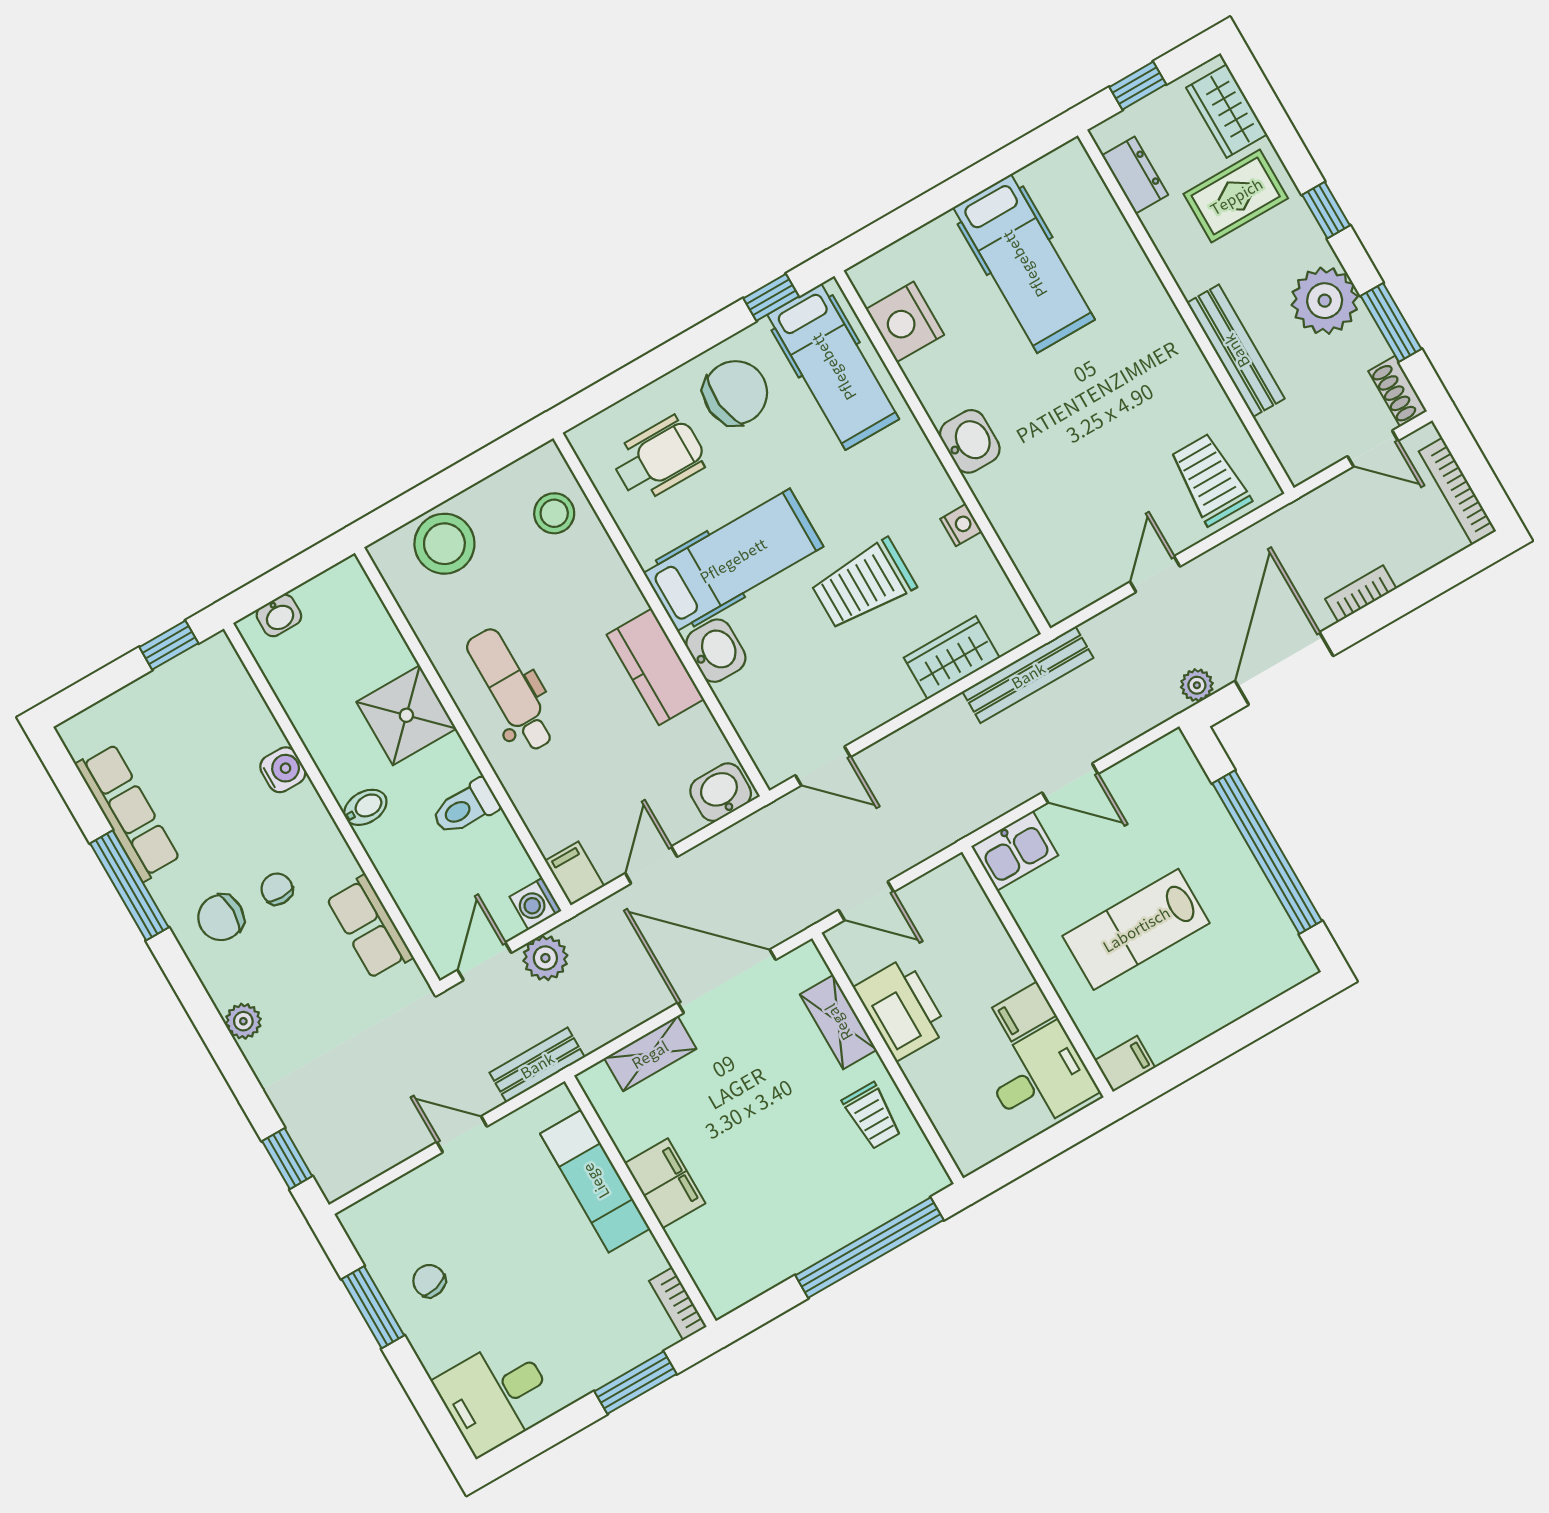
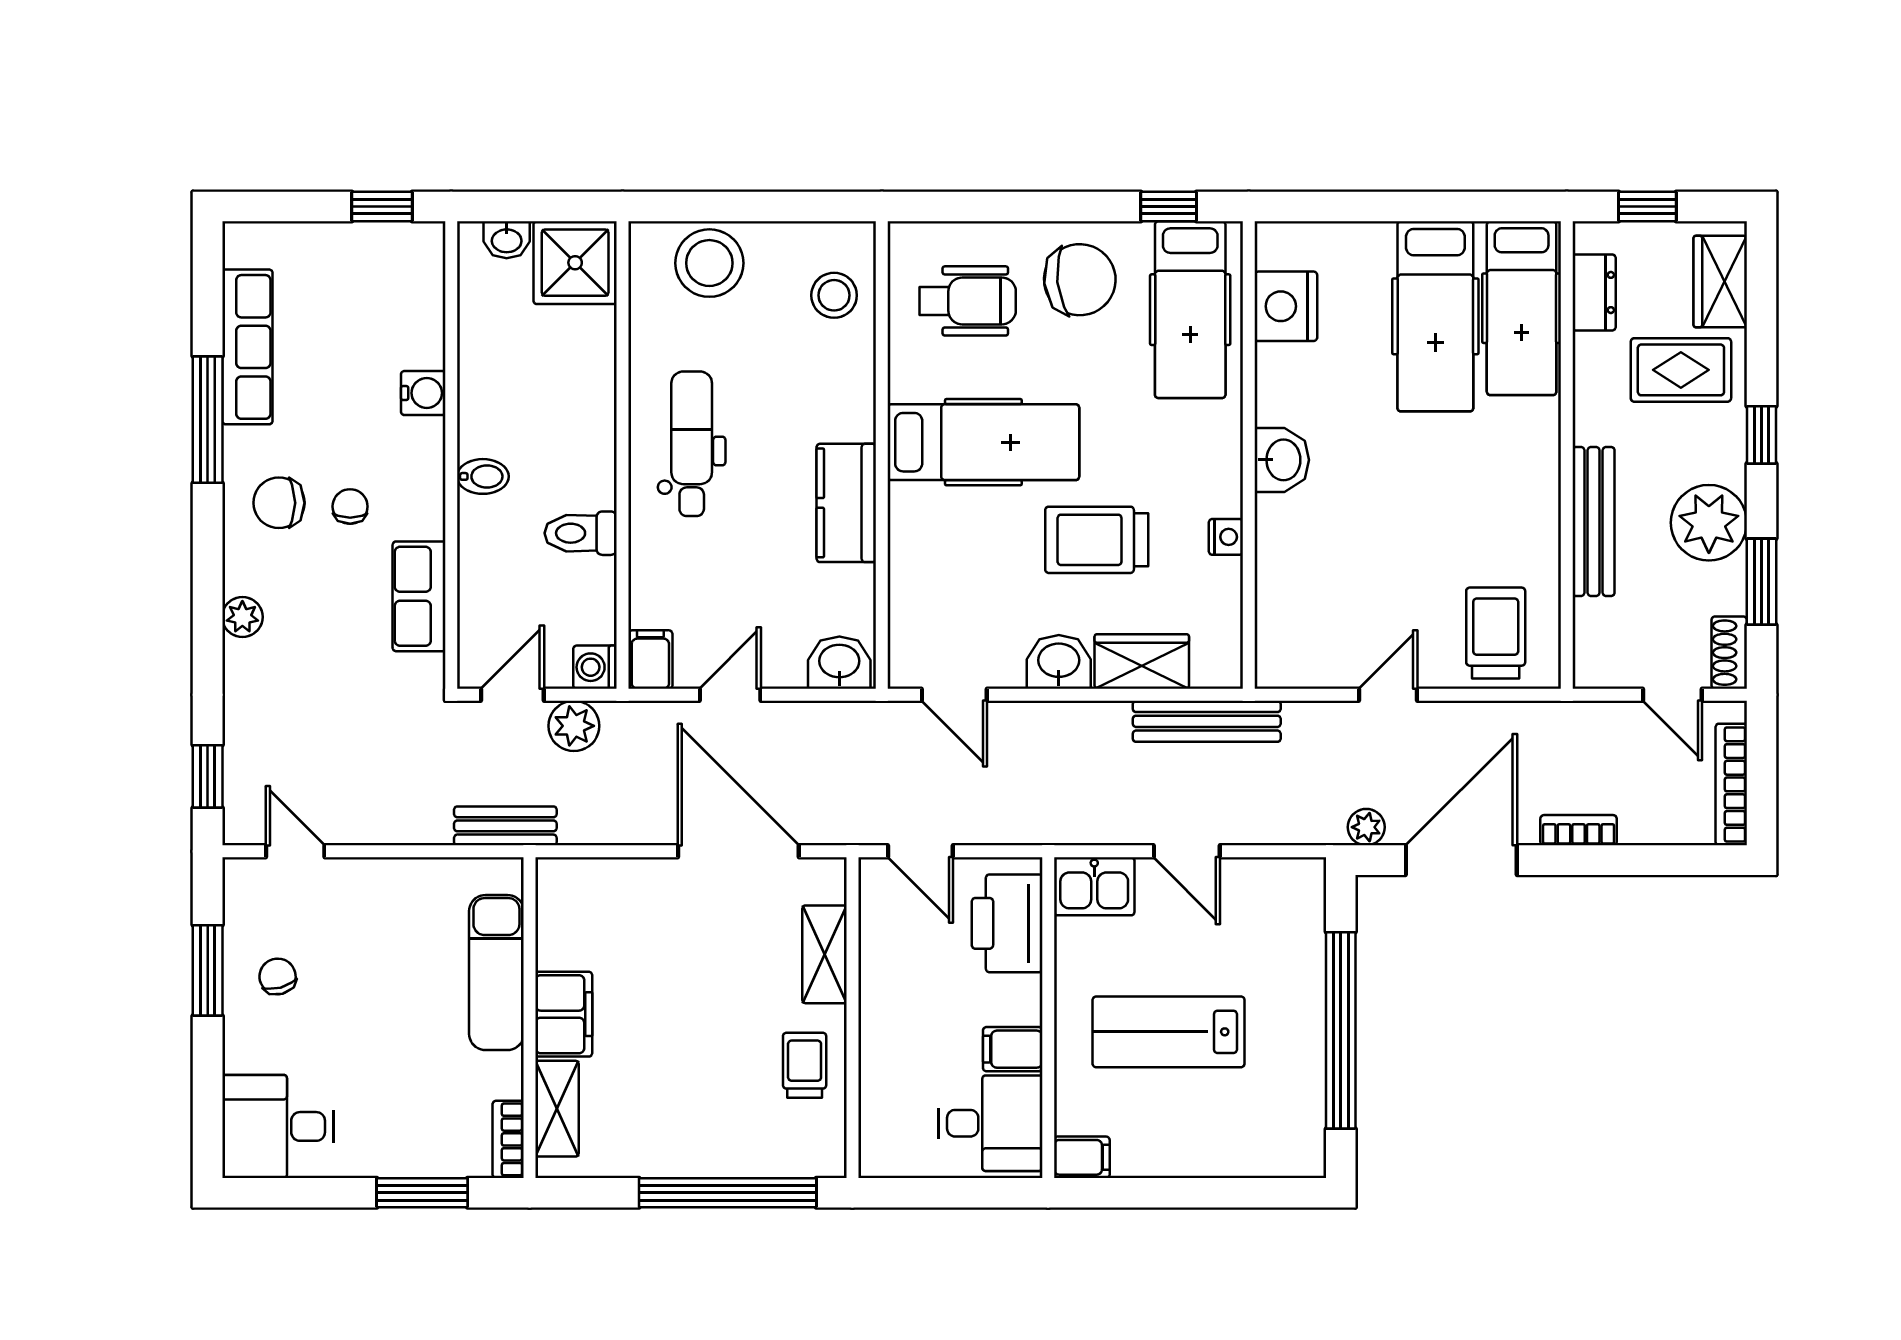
hospital bed: (1086, 219) -> (1522, 308), added
washbasin: (716, 651) -> (1059, 662), moved, turned -90
shower: (406, 715) -> (575, 263), moved
printer: (901, 1009) -> (1007, 923), moved, turned 180
shelving: (650, 1054) -> (557, 1109), moved, turned 90
trolley: (872, 1116) -> (805, 1065), turned 180
door: (462, 1134) -> (295, 851), moved

